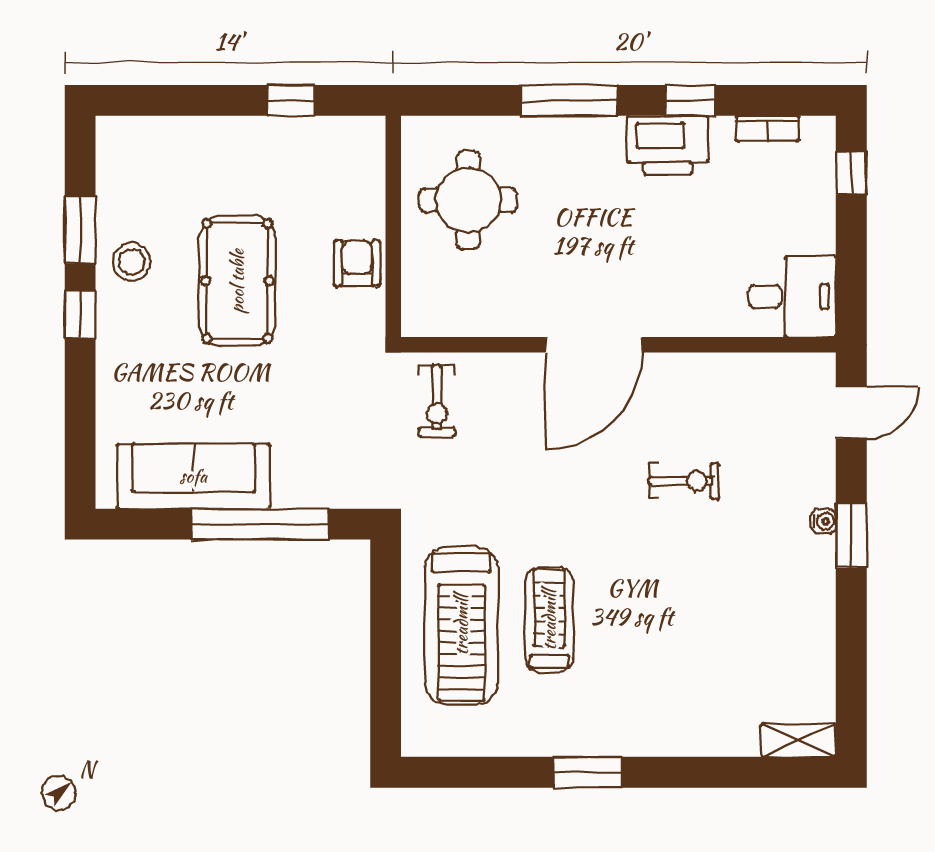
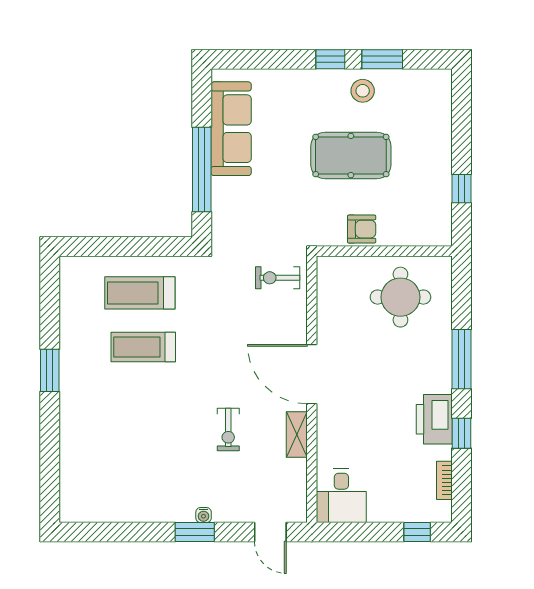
treadmill: (549, 620) -> (143, 347), turned 180
treadmill: (461, 625) -> (140, 293), width x0.73, depth x0.73
shelving: (799, 740) -> (297, 435), moved

